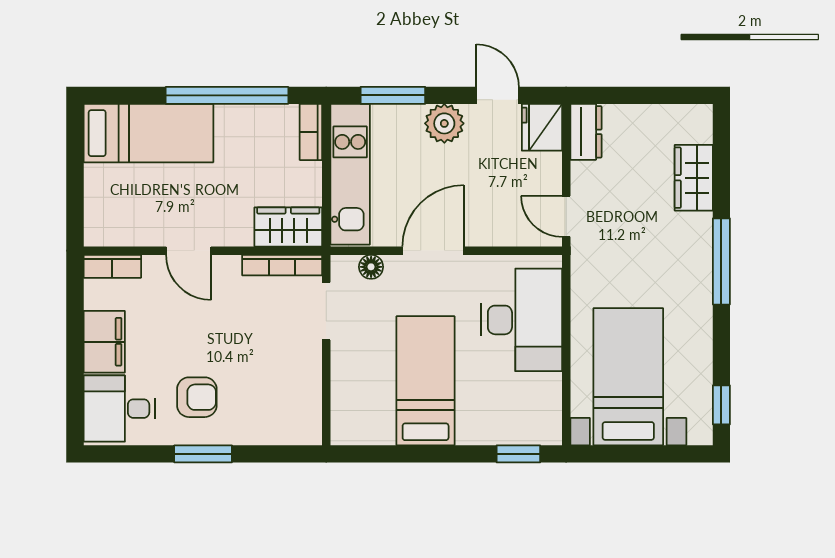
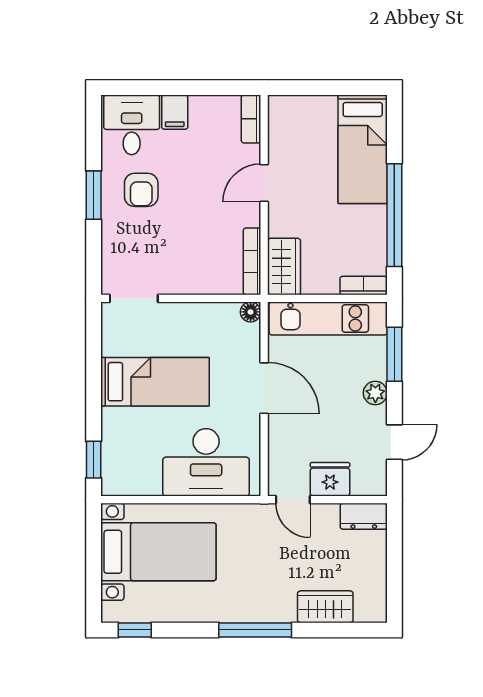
plant: (444, 123) -> (375, 393), width x0.73, depth x0.73
fridge: (542, 127) -> (330, 479), moved
door: (566, 216) -> (293, 500), swing flipped
floor lamp: (371, 267) -> (251, 312), moved
doorway: (326, 311) -> (134, 298), moved
filing cabinet: (104, 342) -> (175, 112), width x0.50

